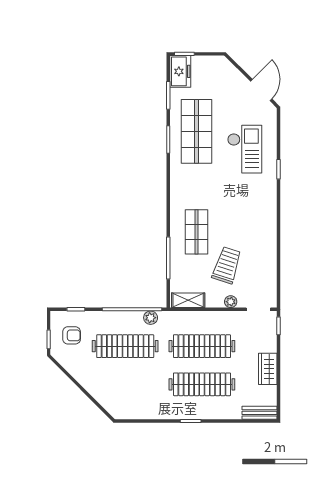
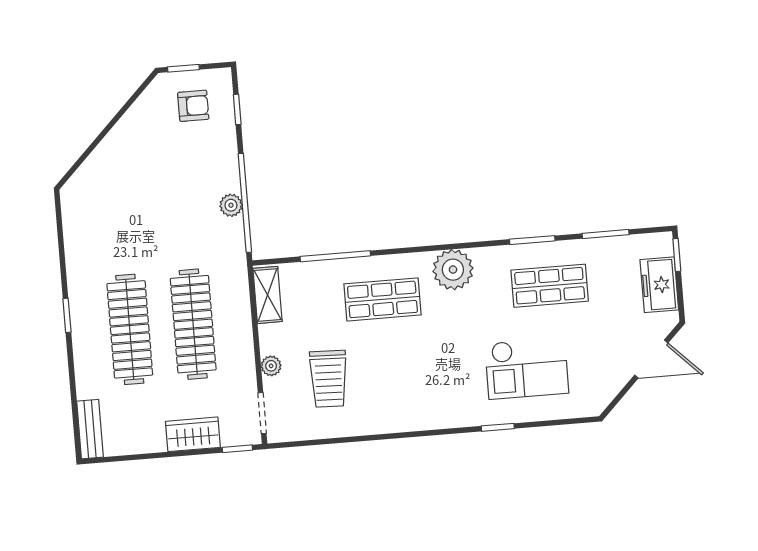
freezer: (180, 71) -> (659, 285), moved, turned 90
door: (261, 90) -> (651, 359), moved
shop shelf: (196, 131) -> (550, 286), width x0.70, depth x0.74
plant: (182, 188) -> (453, 270), added
trolley: (227, 265) -> (329, 379), moved, turned 74
plant: (151, 318) -> (231, 205), moved
armchair: (72, 335) -> (193, 106), turned -90
clothes rail: (125, 346) -> (183, 196), removed
wardrobe: (268, 369) -> (193, 434), moved

